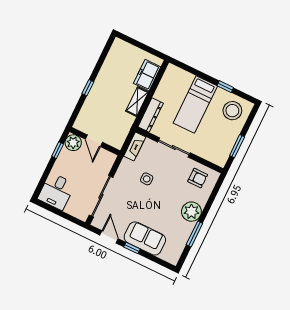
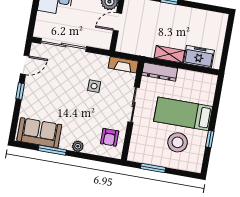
stool: (232, 111) -> (178, 142), moved
plant: (191, 212) -> (78, 146), width x0.53, depth x0.53
sofa: (145, 238) -> (39, 133), moved, turned -90

